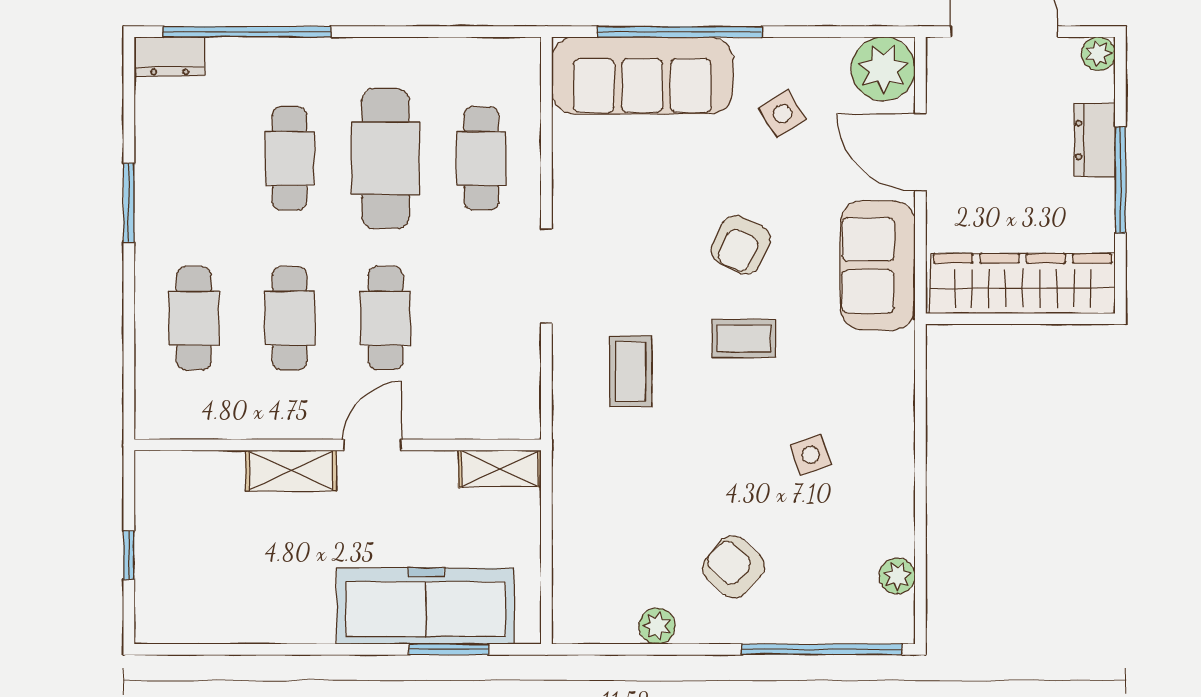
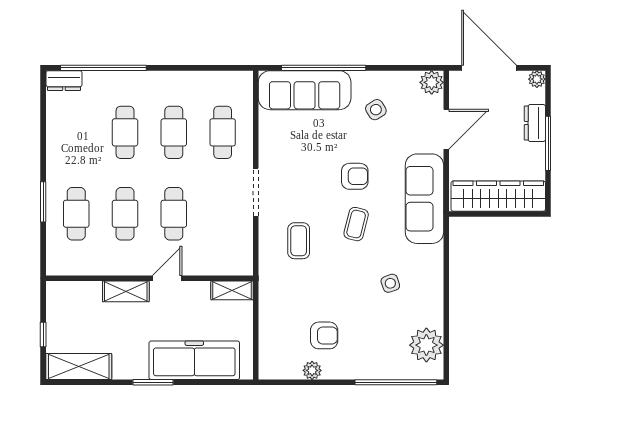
plant: (883, 69) -> (432, 82), width x0.73, depth x0.73
door: (920, 152) -> (446, 129), swing flipped
cafe table: (386, 158) -> (174, 132), width x0.73, depth x0.74
window: (129, 203) -> (43, 202), moved
armchair: (741, 245) -> (355, 176), turned -116
sofa: (878, 265) -> (424, 199), width x1.36
coffee table: (744, 338) -> (356, 224), turned -76
armchair: (734, 567) -> (324, 335), moved, turned 137
plant: (897, 576) -> (426, 345), width x1.88, depth x1.88
shelving: (199, 618) -> (79, 366), added
window: (449, 649) -> (153, 382), moved

